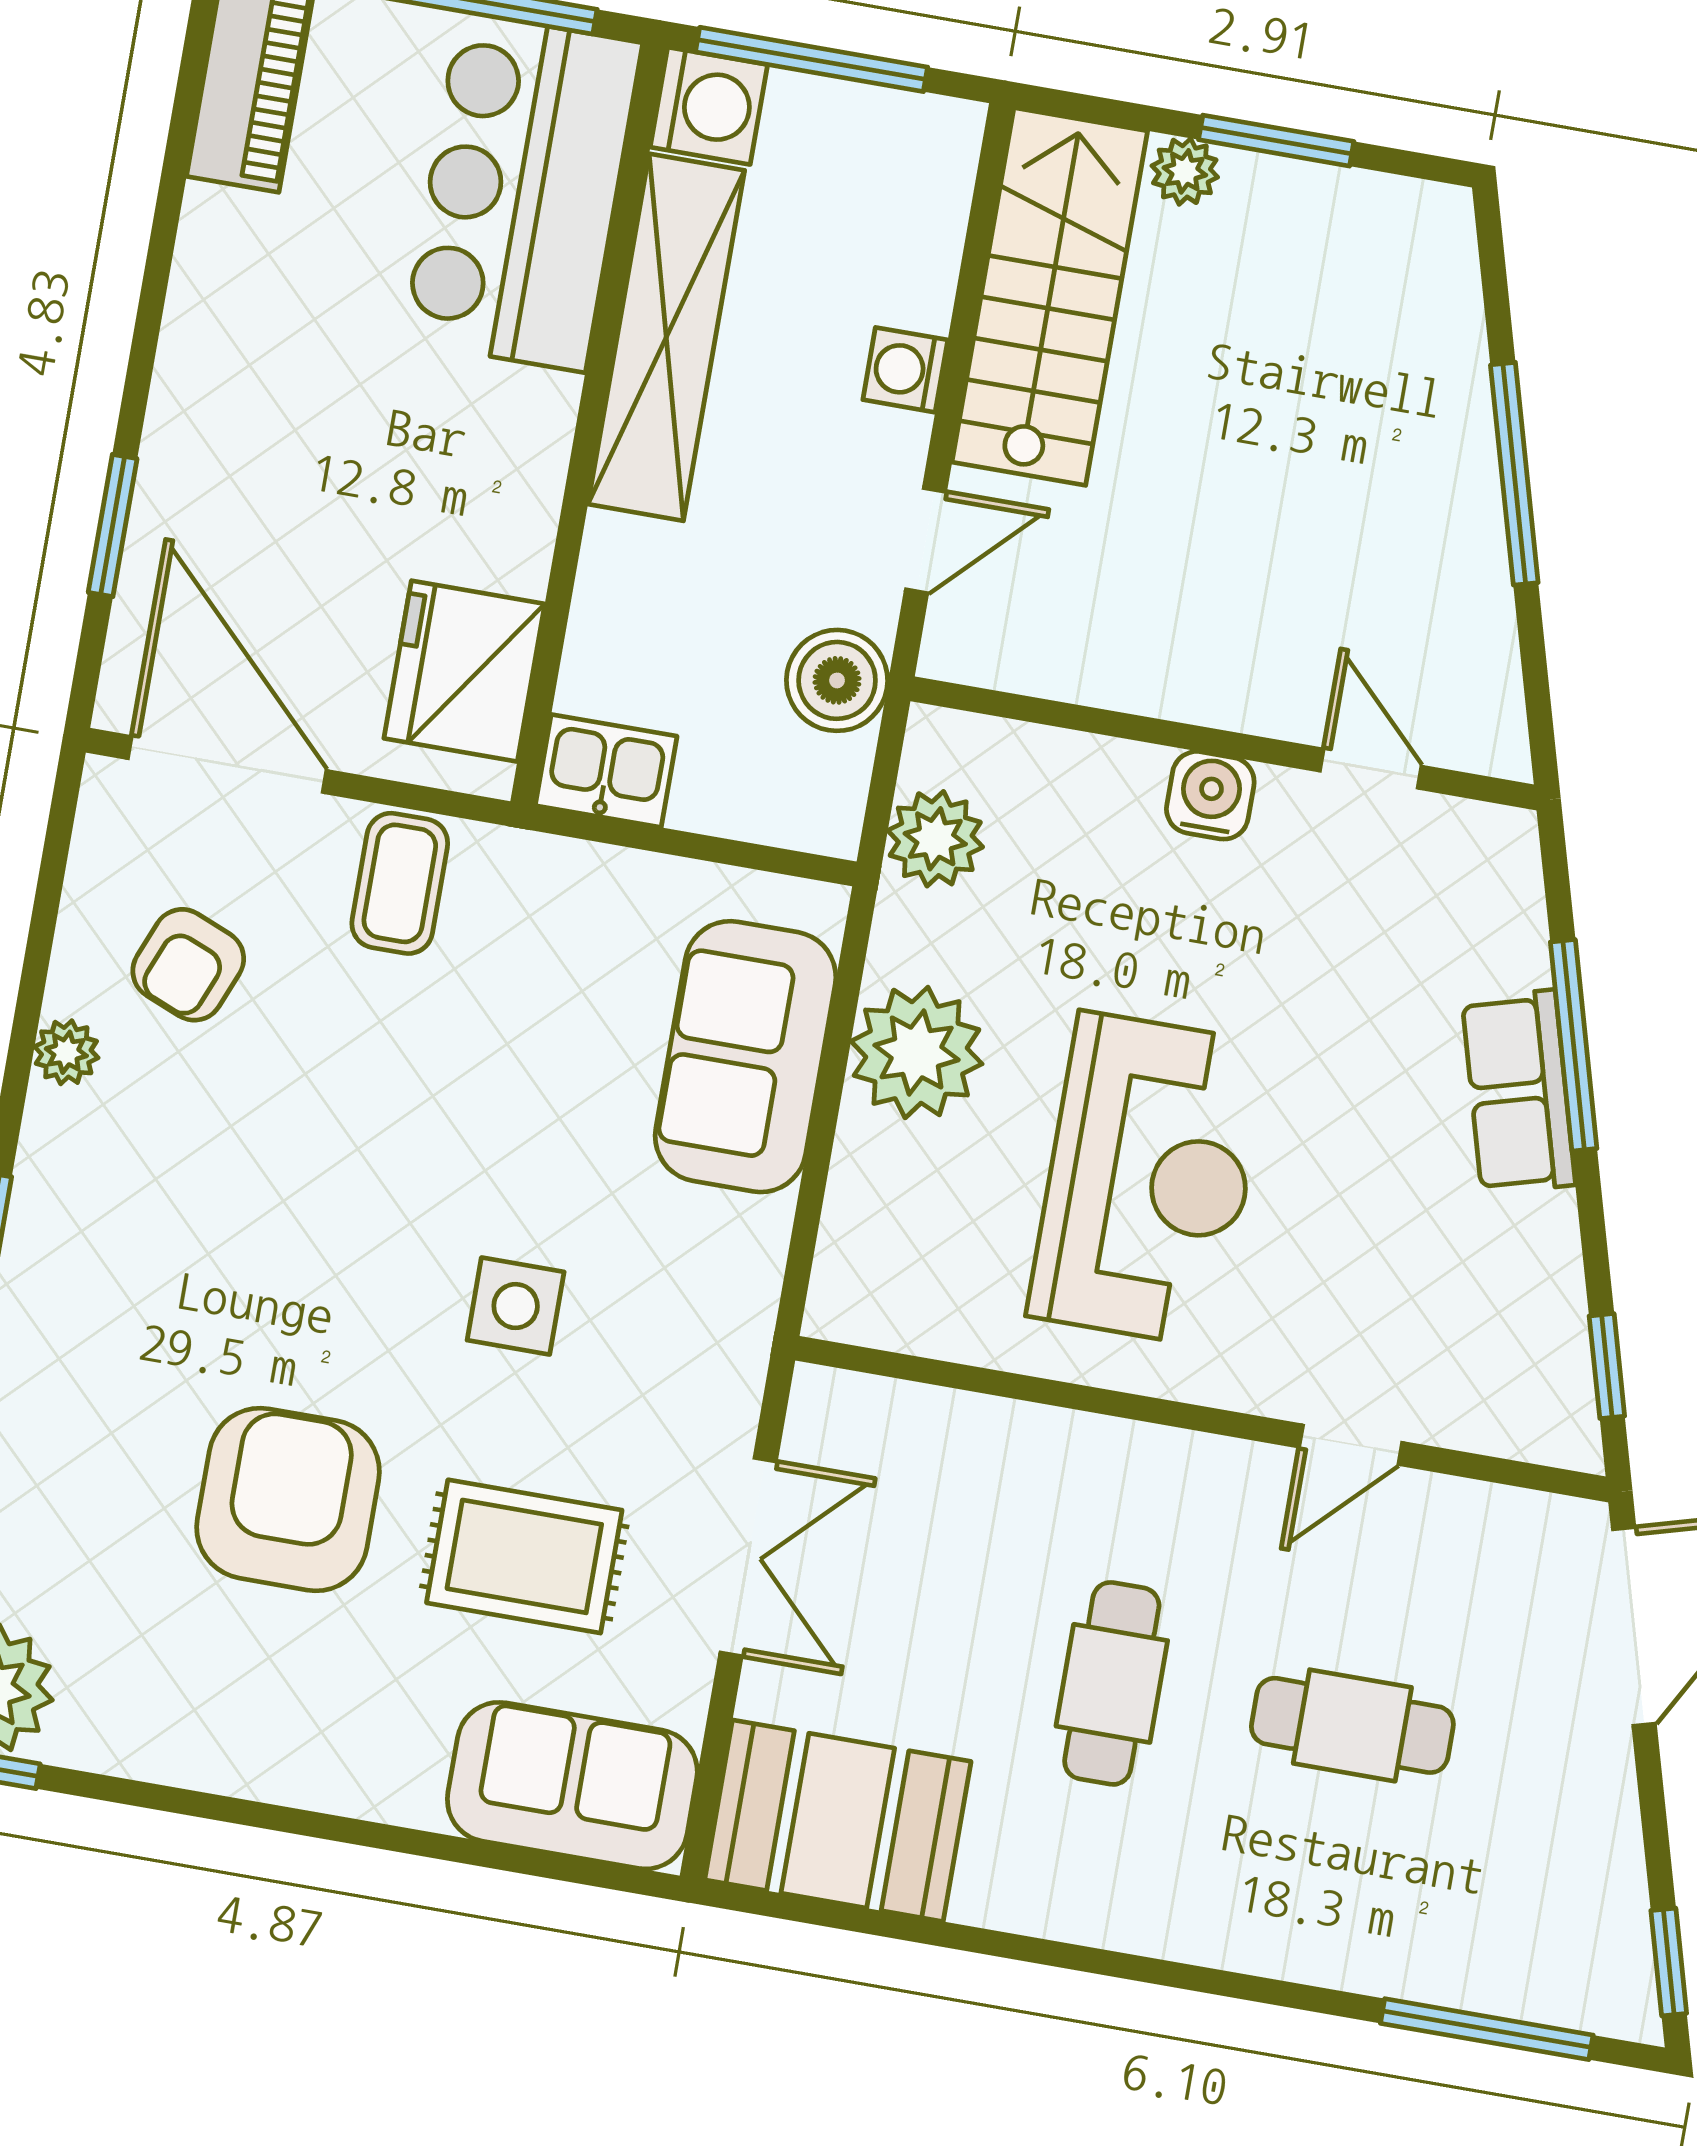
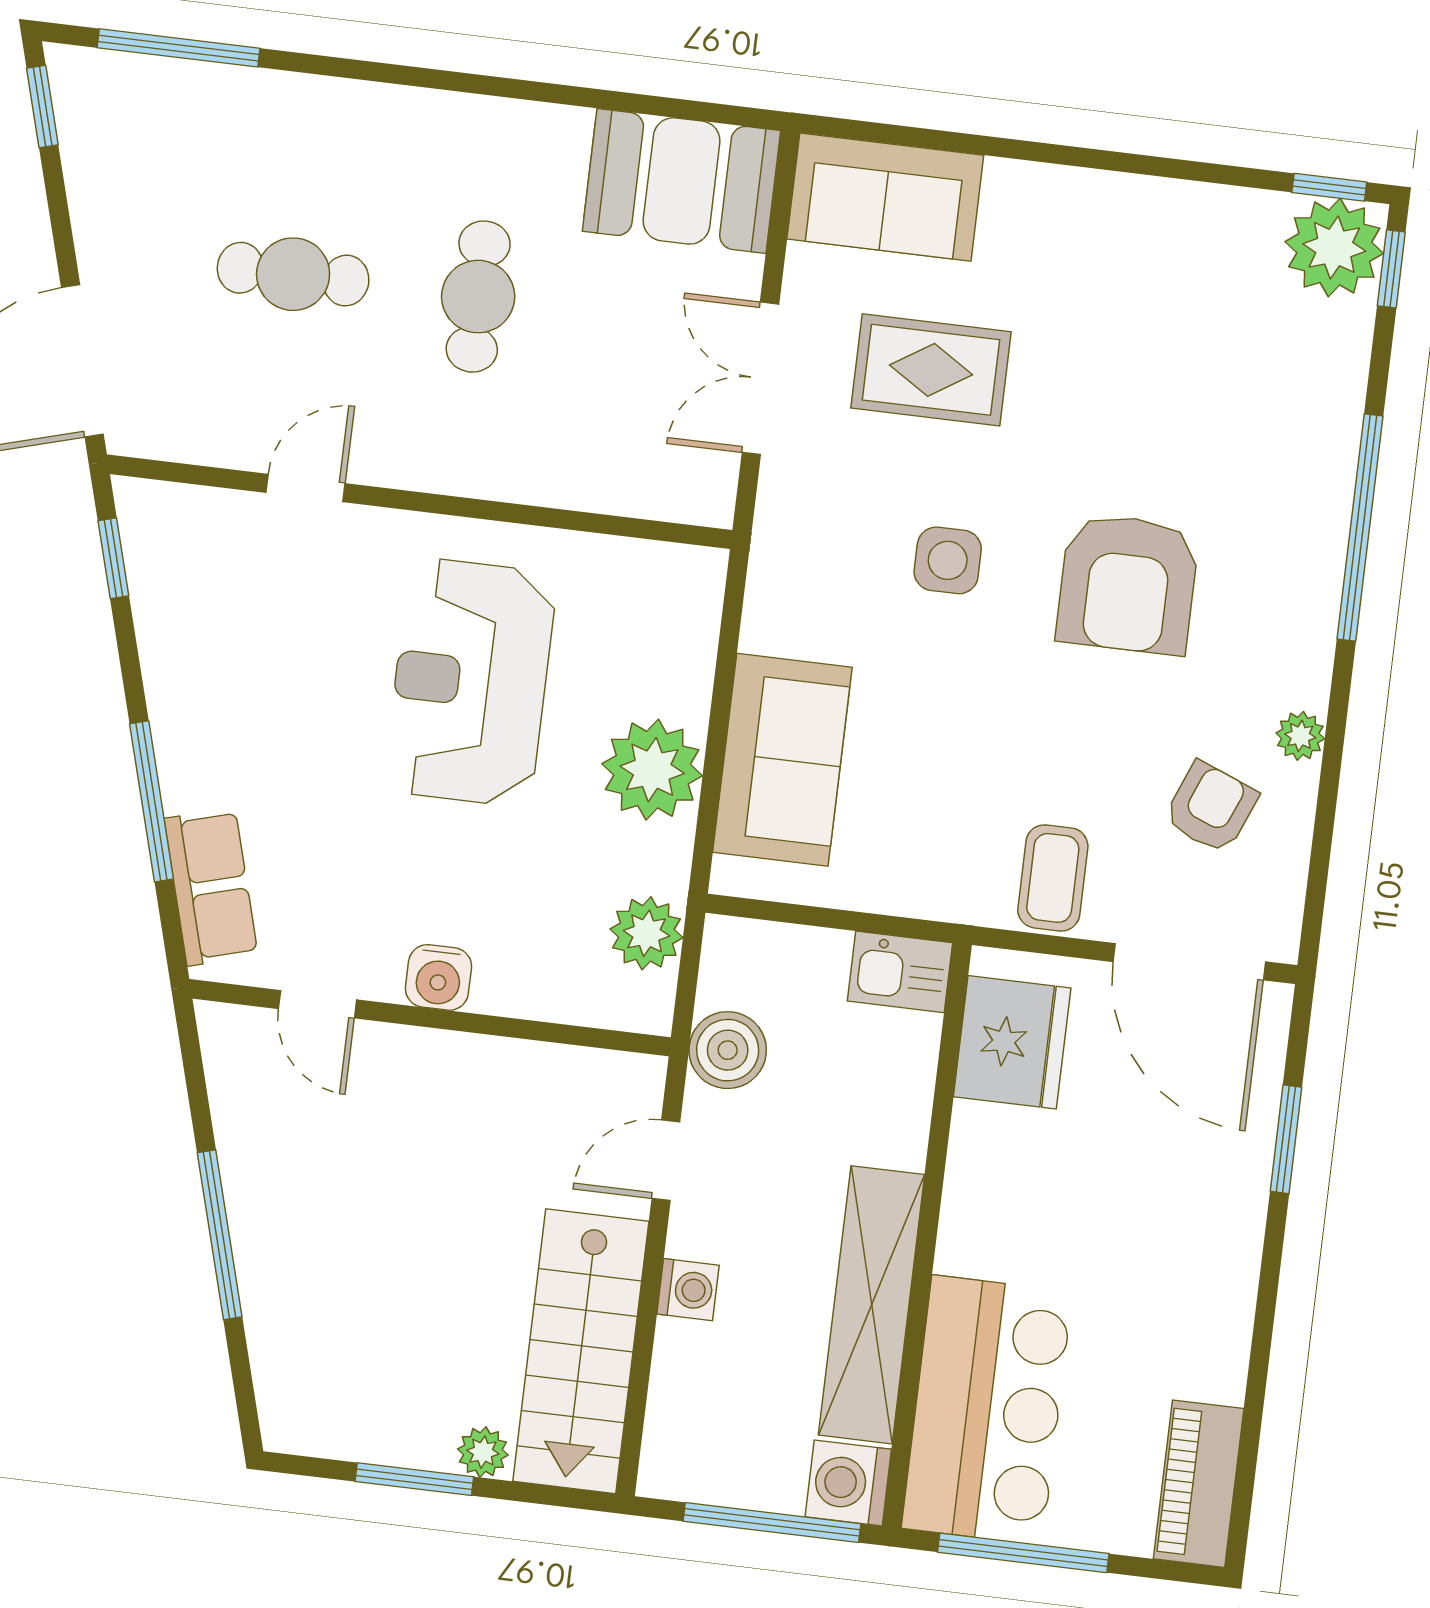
row of seats: (1519, 1092) -> (211, 887), moved
armchair: (288, 1499) -> (1128, 584), moved

